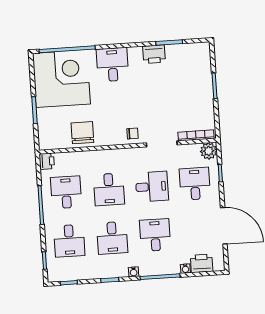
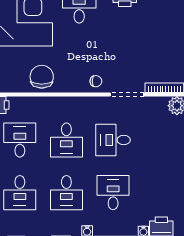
desk: (195, 184) -> (160, 140), removed
desk: (152, 187) -> (113, 140), turned 180

